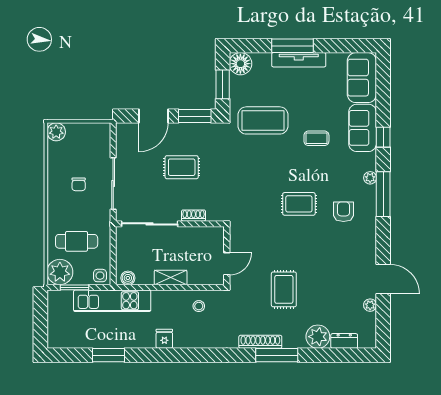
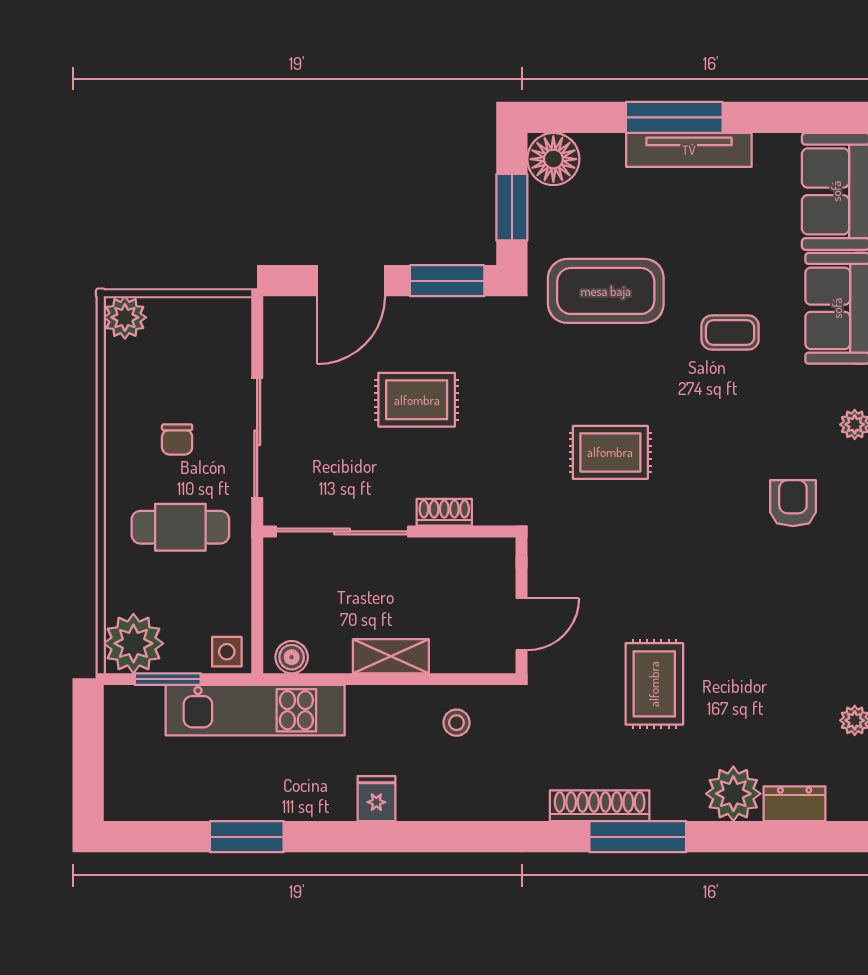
rug: (299, 204) -> (610, 452), moved
cafe table: (77, 241) -> (180, 527), moved

